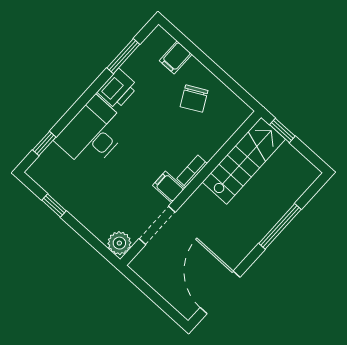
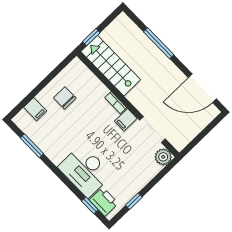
printer: (118, 89) -> (104, 202), moved
chair: (194, 99) -> (65, 98), turned -152

